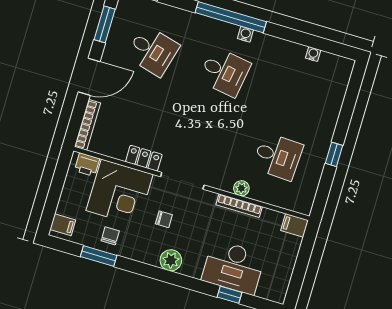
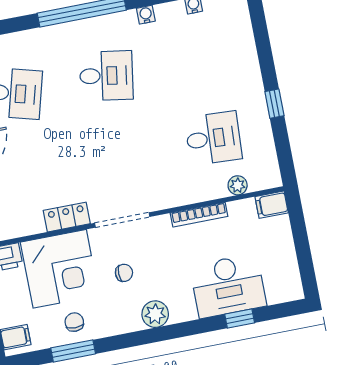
water cooler: (245, 34) -> (146, 15), moved
plant: (241, 188) -> (238, 185), moved

